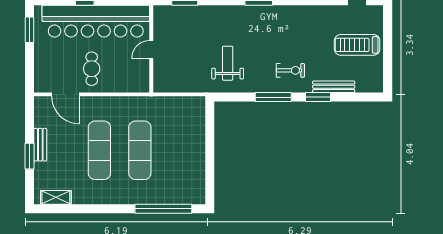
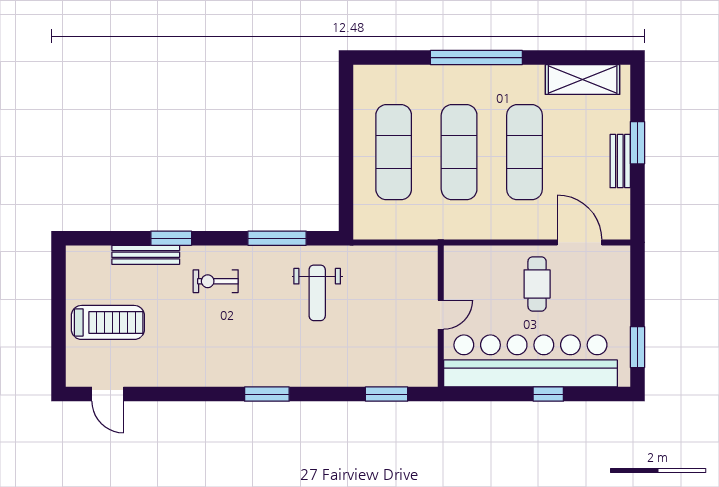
window: (273, 97) -> (277, 238), moved
exercise mat: (180, 150) -> (394, 152), added
shelving: (56, 197) -> (583, 80), width x1.50, depth x1.33
window: (163, 209) -> (476, 58), moved

